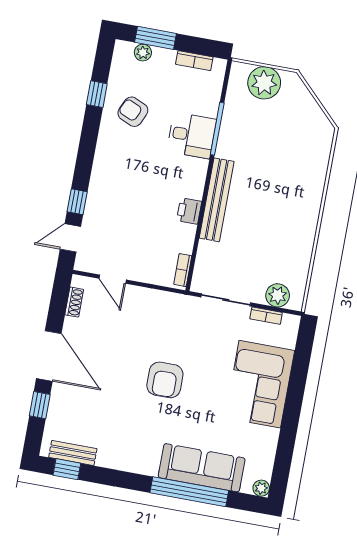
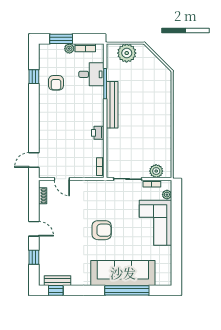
plant: (143, 53) -> (69, 49), moved
armchair: (133, 112) -> (56, 83), turned -114
desk: (192, 135) -> (91, 74), moved
bench: (217, 200) -> (112, 105), moved
window: (77, 202) -> (34, 139), removed
door: (49, 356) -> (34, 229), width x0.53
armchair: (165, 380) -> (102, 230), turned -90
sofa: (202, 468) -> (123, 273), width x1.36, depth x1.27
plant: (261, 488) -> (167, 195), moved

